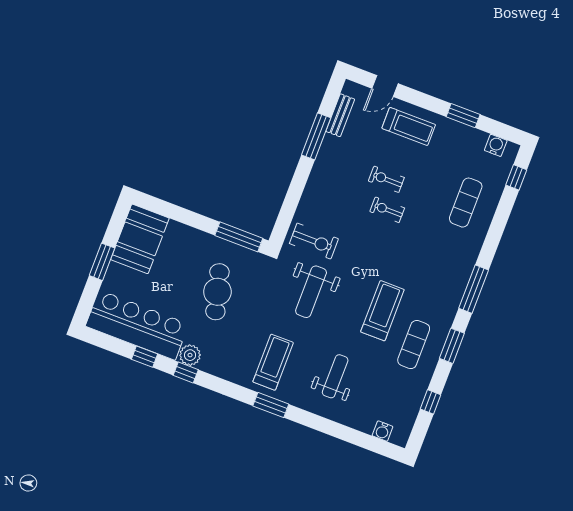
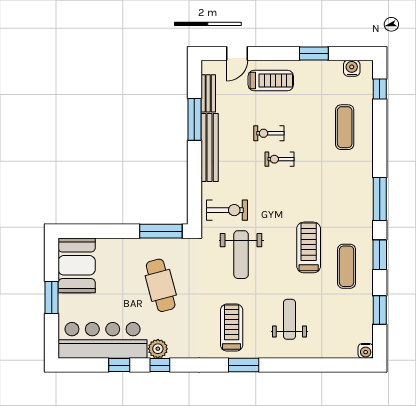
bench: (321, 171) -> (210, 148), added
window: (430, 402) -> (380, 310), width x1.50
water cooler: (382, 431) -> (366, 351), moved

